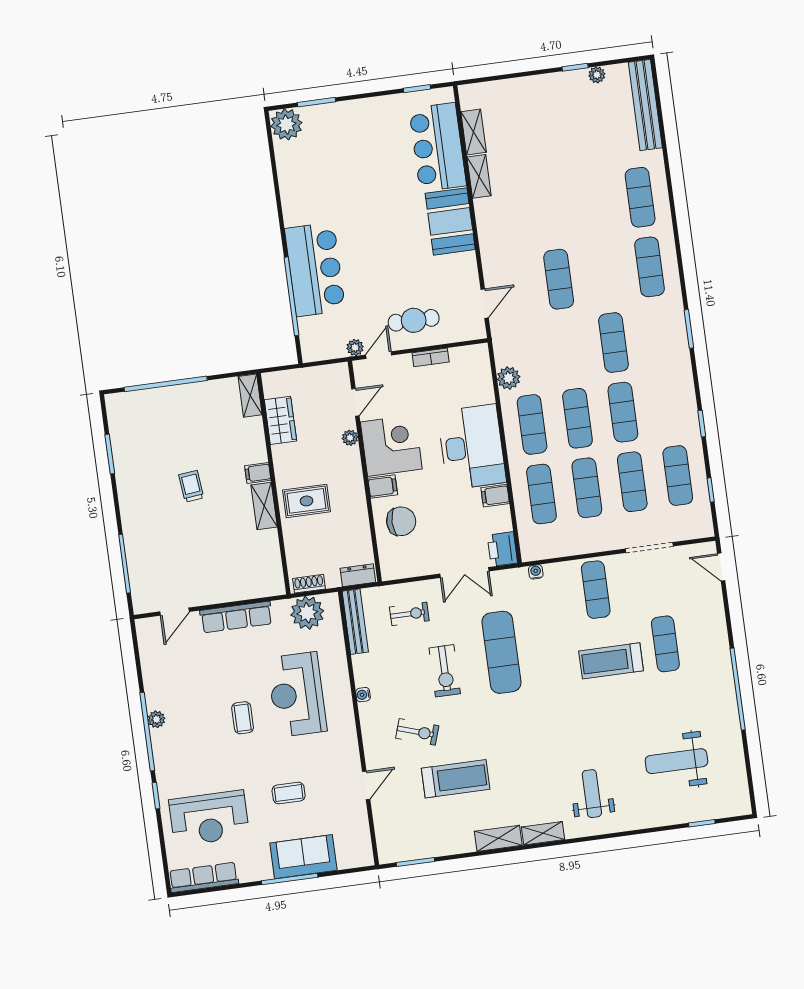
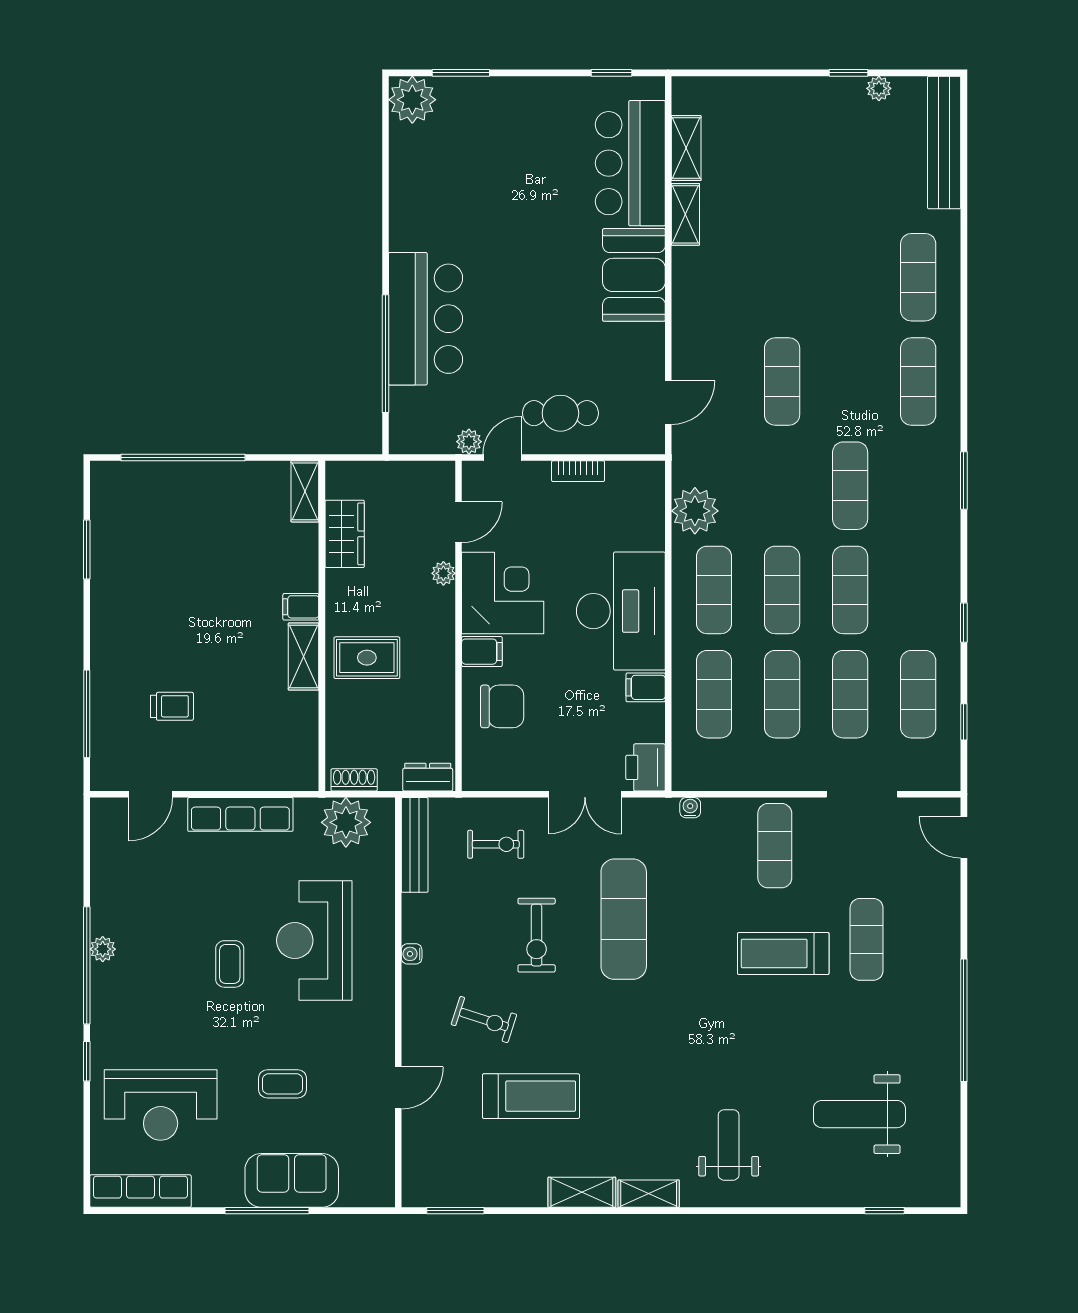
plant: (509, 378) -> (695, 511), width x1.36, depth x1.36
trolley: (191, 486) -> (172, 706), moved, turned 96

